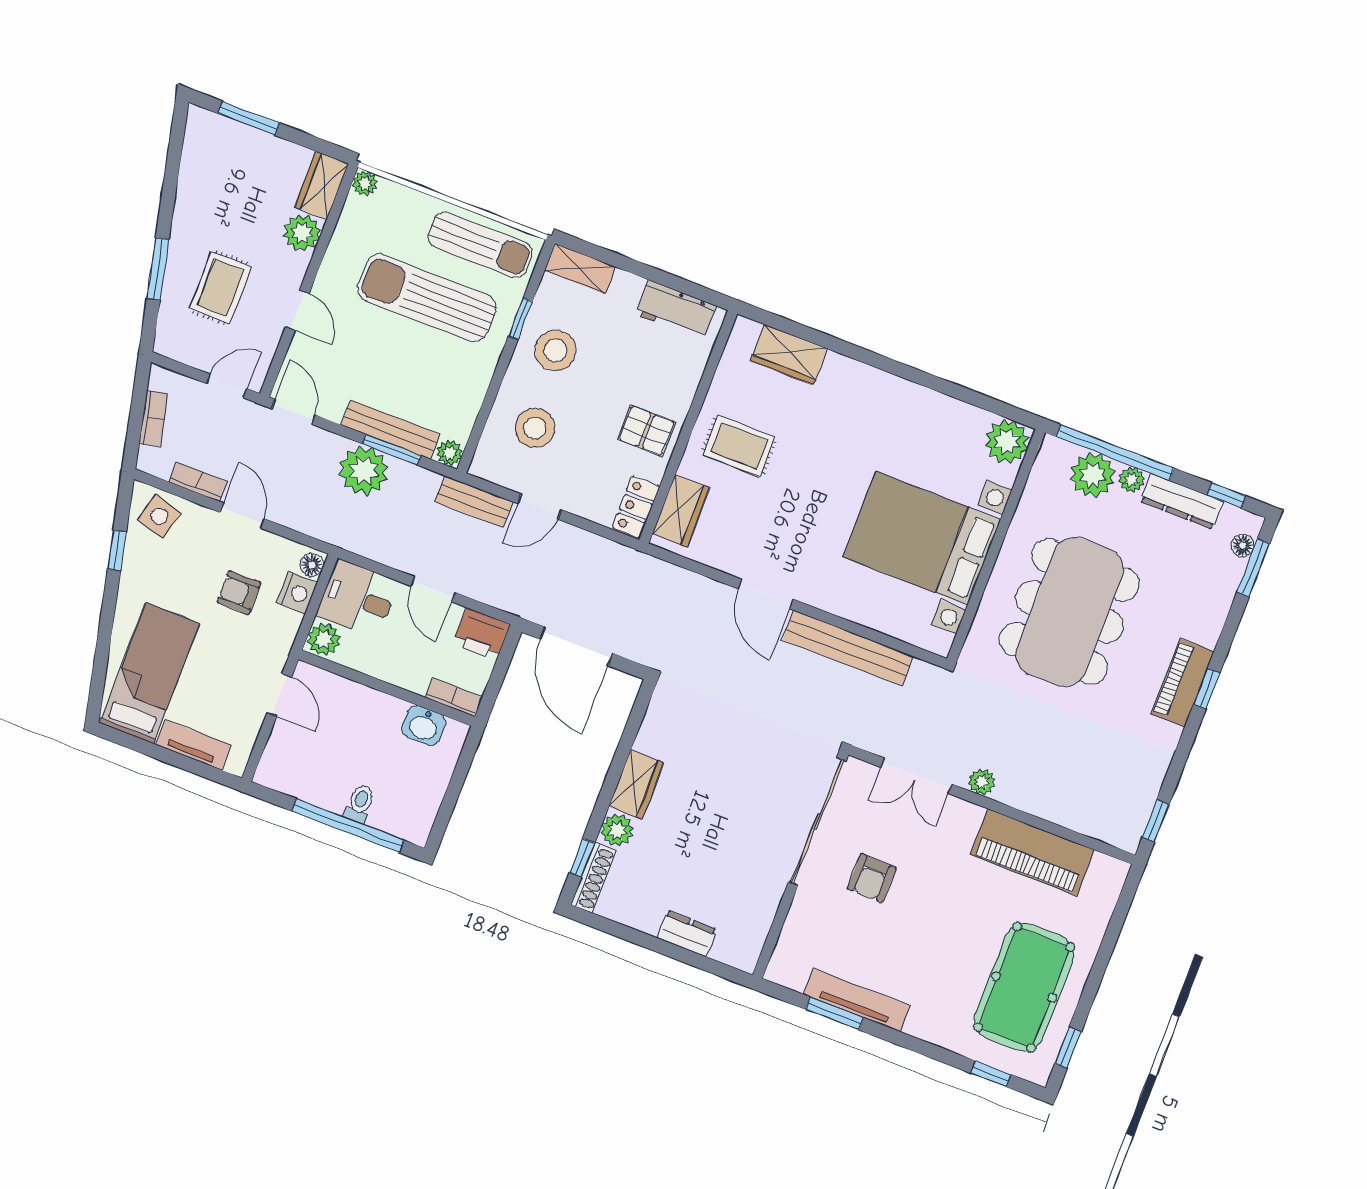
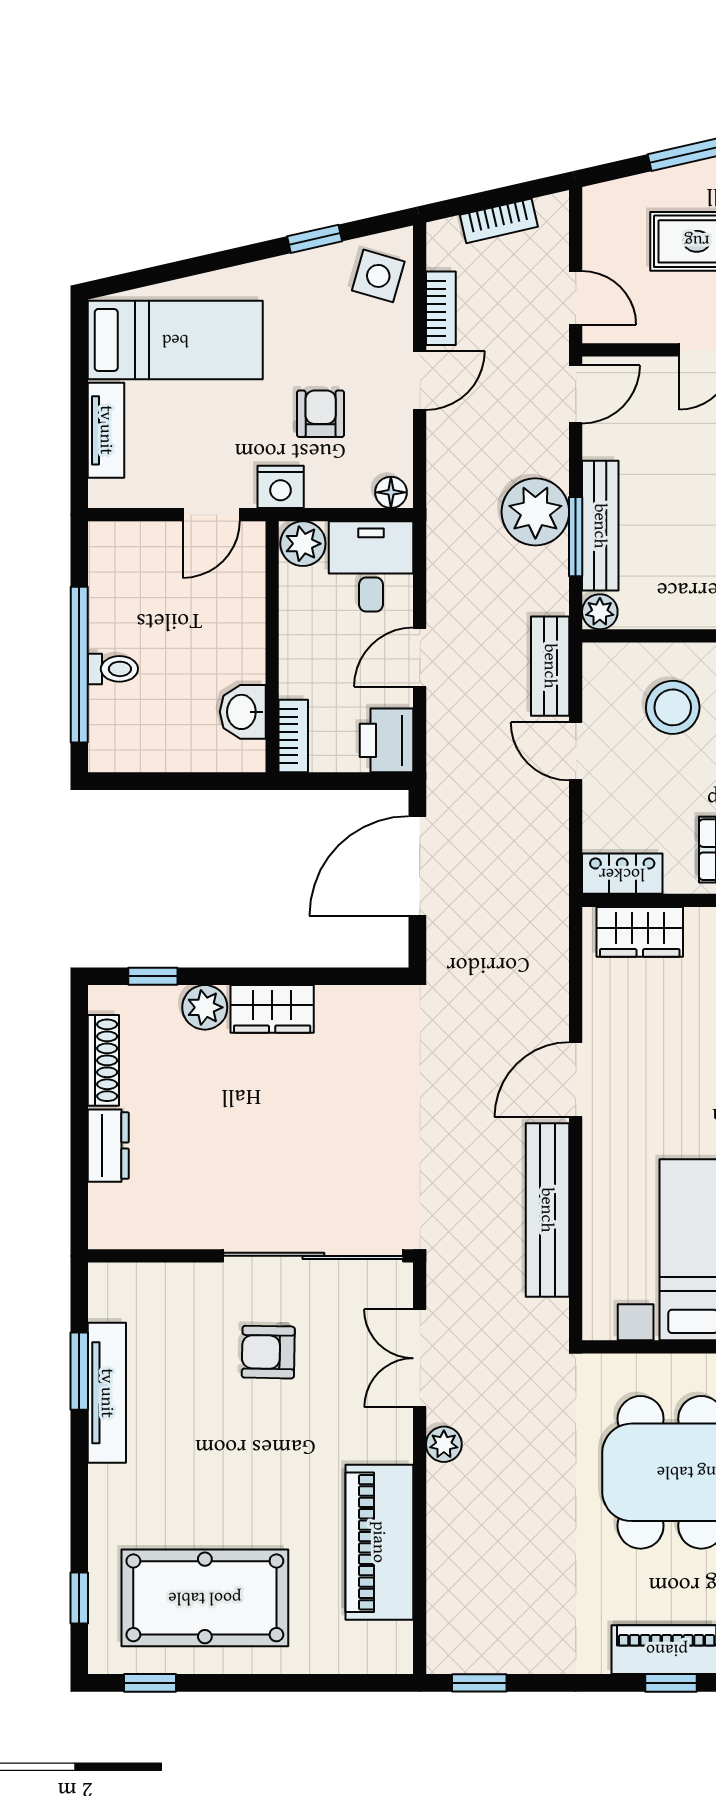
nightstand: (297, 593) -> (281, 487), moved
shoe rack: (593, 878) -> (103, 1060), moved, turned -90

